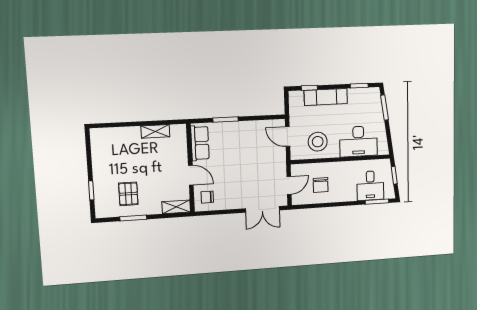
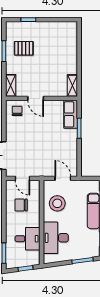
shelving: (155, 131) -> (72, 86), moved
door: (288, 137) -> (63, 178), hinge flipped
row of seats: (200, 143) -> (71, 114), moved, turned 90
door: (191, 175) -> (36, 98), hinge flipped
desk: (370, 186) -> (28, 239), moved, turned 180

